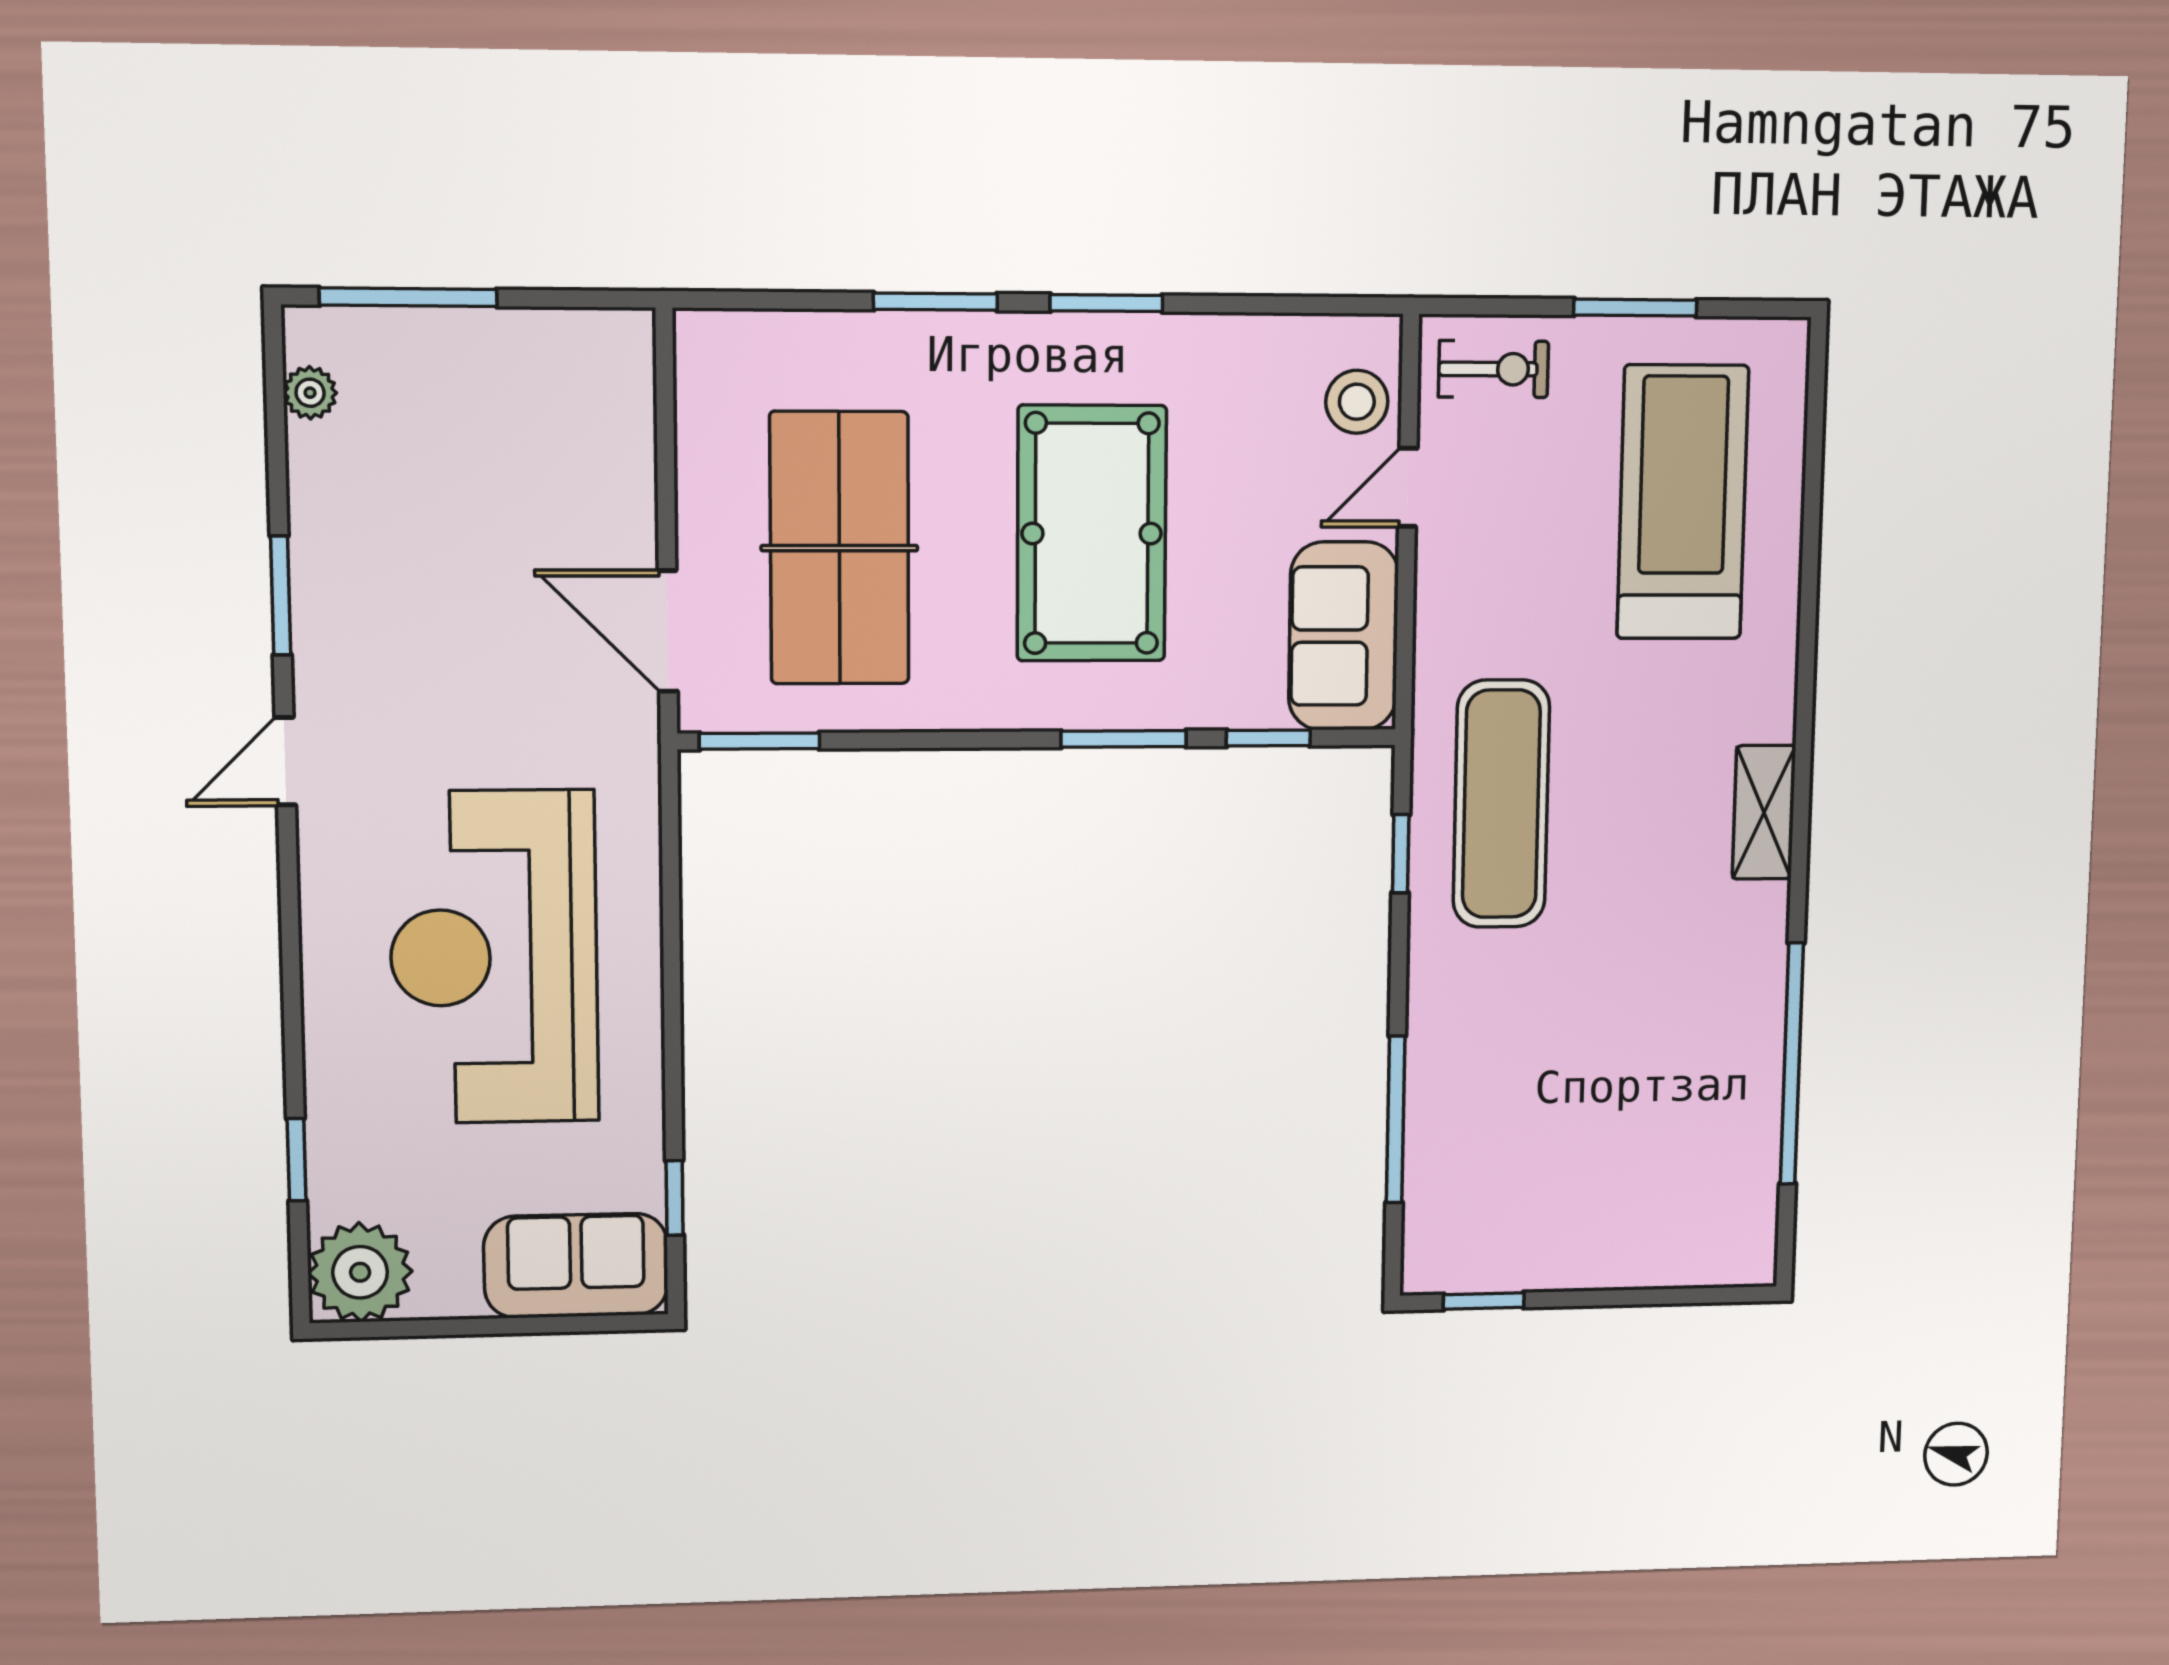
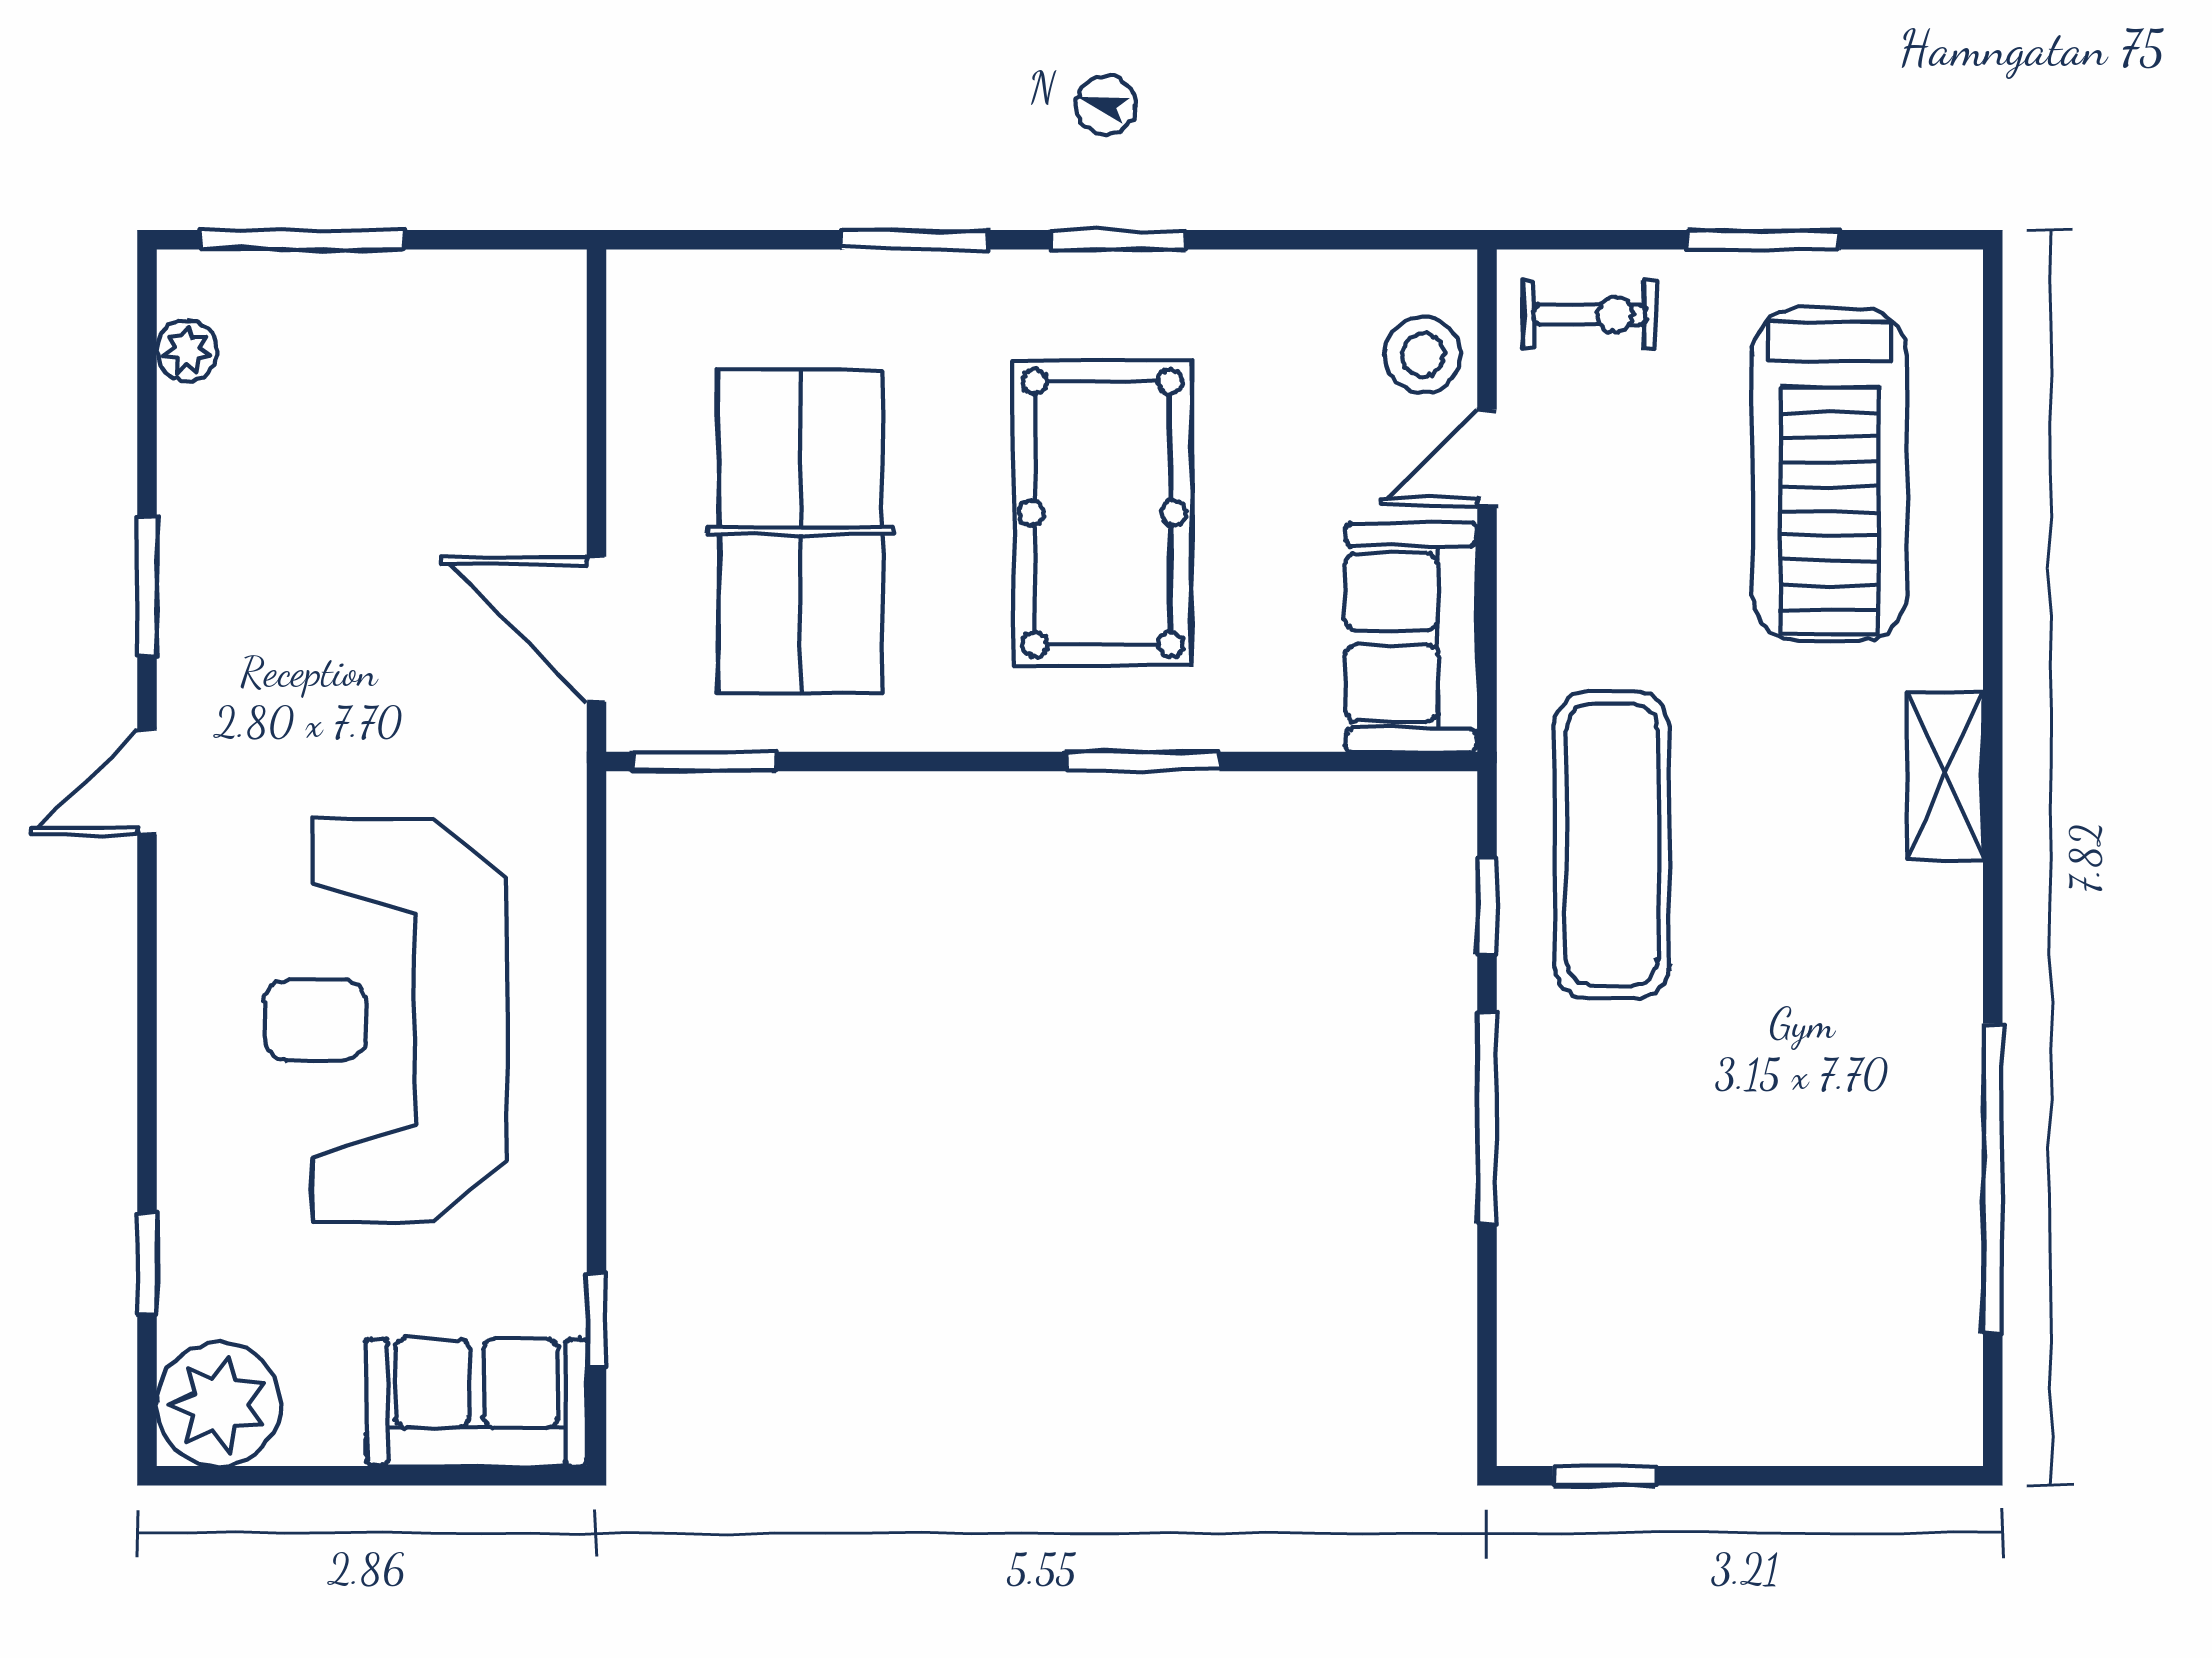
treadmill: (1683, 502) -> (1829, 475), turned 180
window: (1268, 738) -> (1320, 761), removed
shelving: (1764, 812) -> (1945, 776), moved
window: (1396, 1120) -> (1487, 1118), moved

